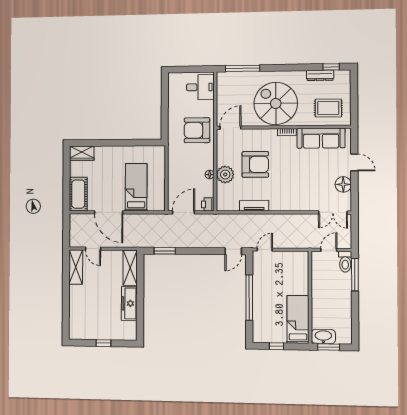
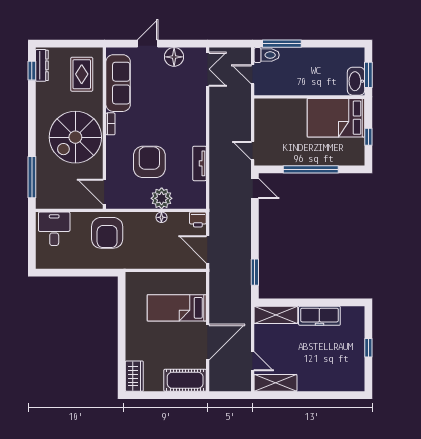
dresser: (320, 75) -> (42, 65), moved
door: (93, 249) -> (253, 361), hinge flipped
bed: (298, 319) -> (336, 118), width x1.50

